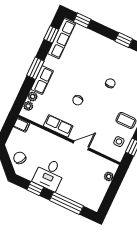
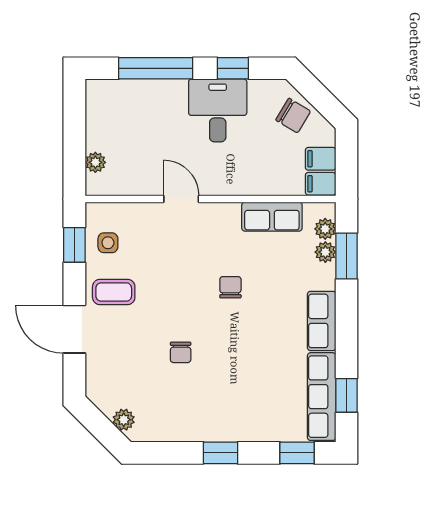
window: (124, 40) -> (221, 453), moved
window: (35, 68) -> (347, 256), moved
row of seats: (42, 80) -> (322, 321), moved
row of seats: (58, 126) -> (272, 217), moved
filing cabinet: (17, 135) -> (321, 159), added
door: (81, 145) -> (181, 199), swing flipped

